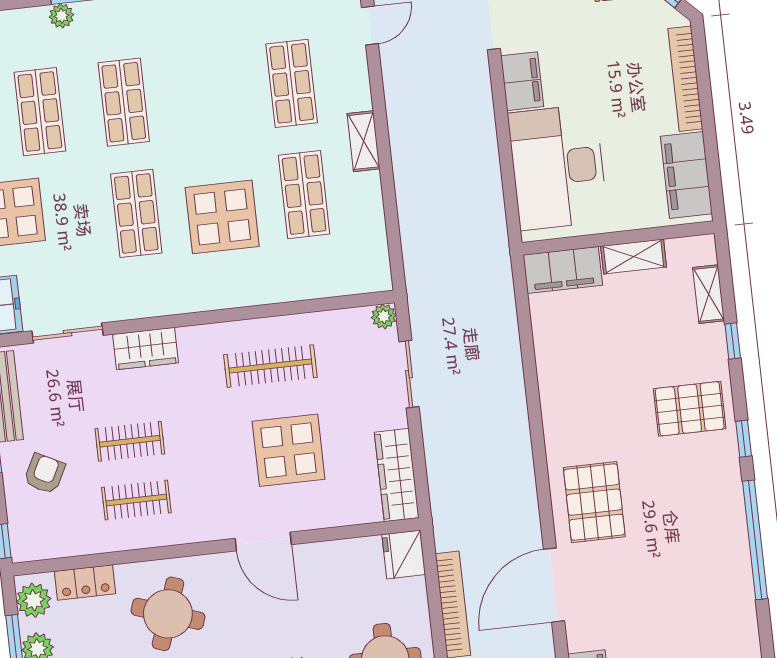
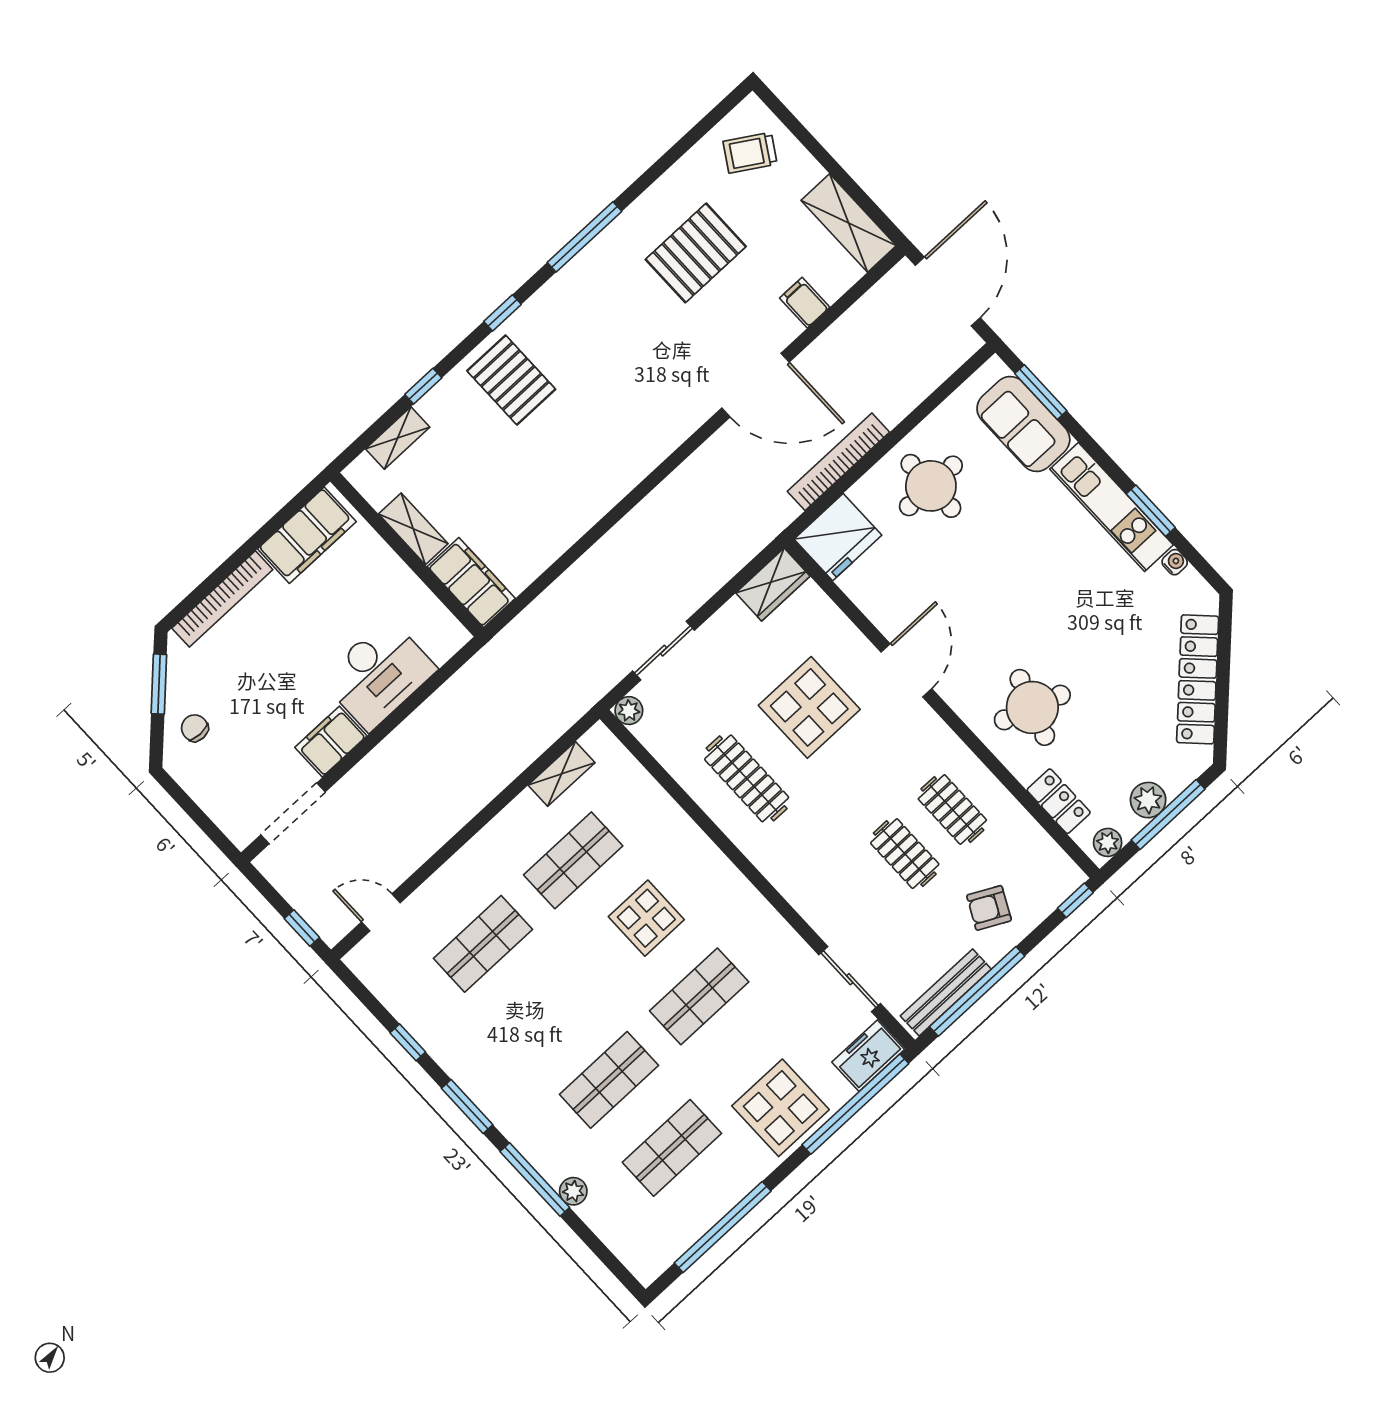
shelving: (364, 141) -> (562, 774), moved
desk: (558, 167) -> (379, 674), width x0.73, depth x0.77
display table: (222, 217) -> (646, 918), width x0.73, depth x0.73
wardrobe: (146, 348) -> (812, 900), removed
wardrobe: (397, 475) -> (773, 585), width x0.67
pallet: (594, 502) -> (696, 253), moved
window: (755, 540) -> (585, 237), width x0.68
fridge: (404, 554) -> (838, 537), width x1.36, depth x1.34
plant: (34, 600) -> (1108, 842), width x0.73, depth x0.73

